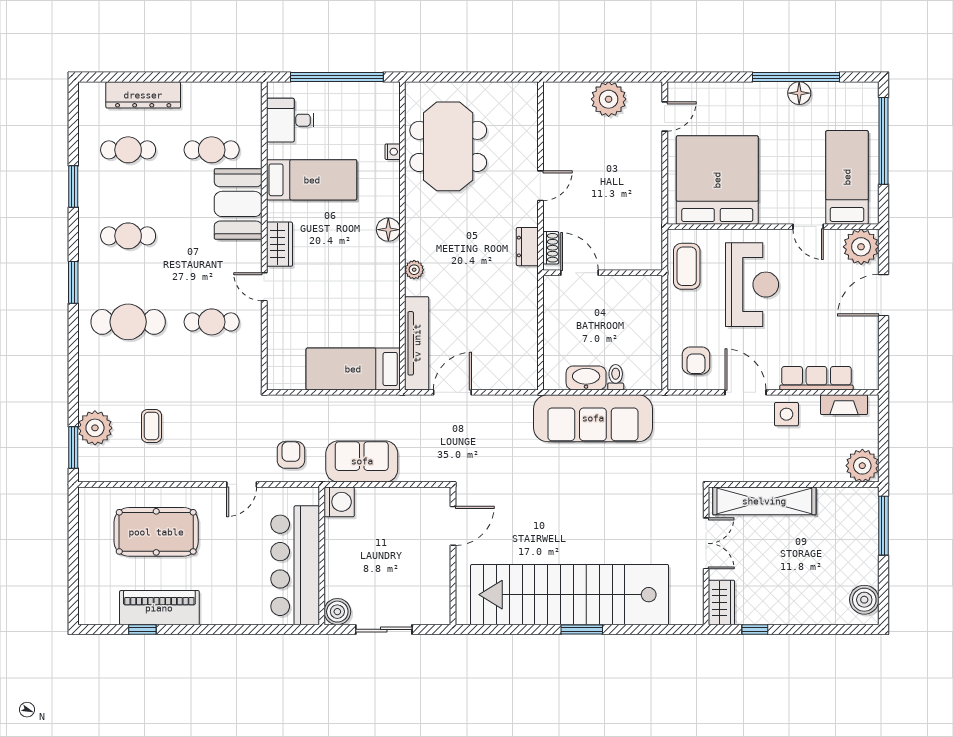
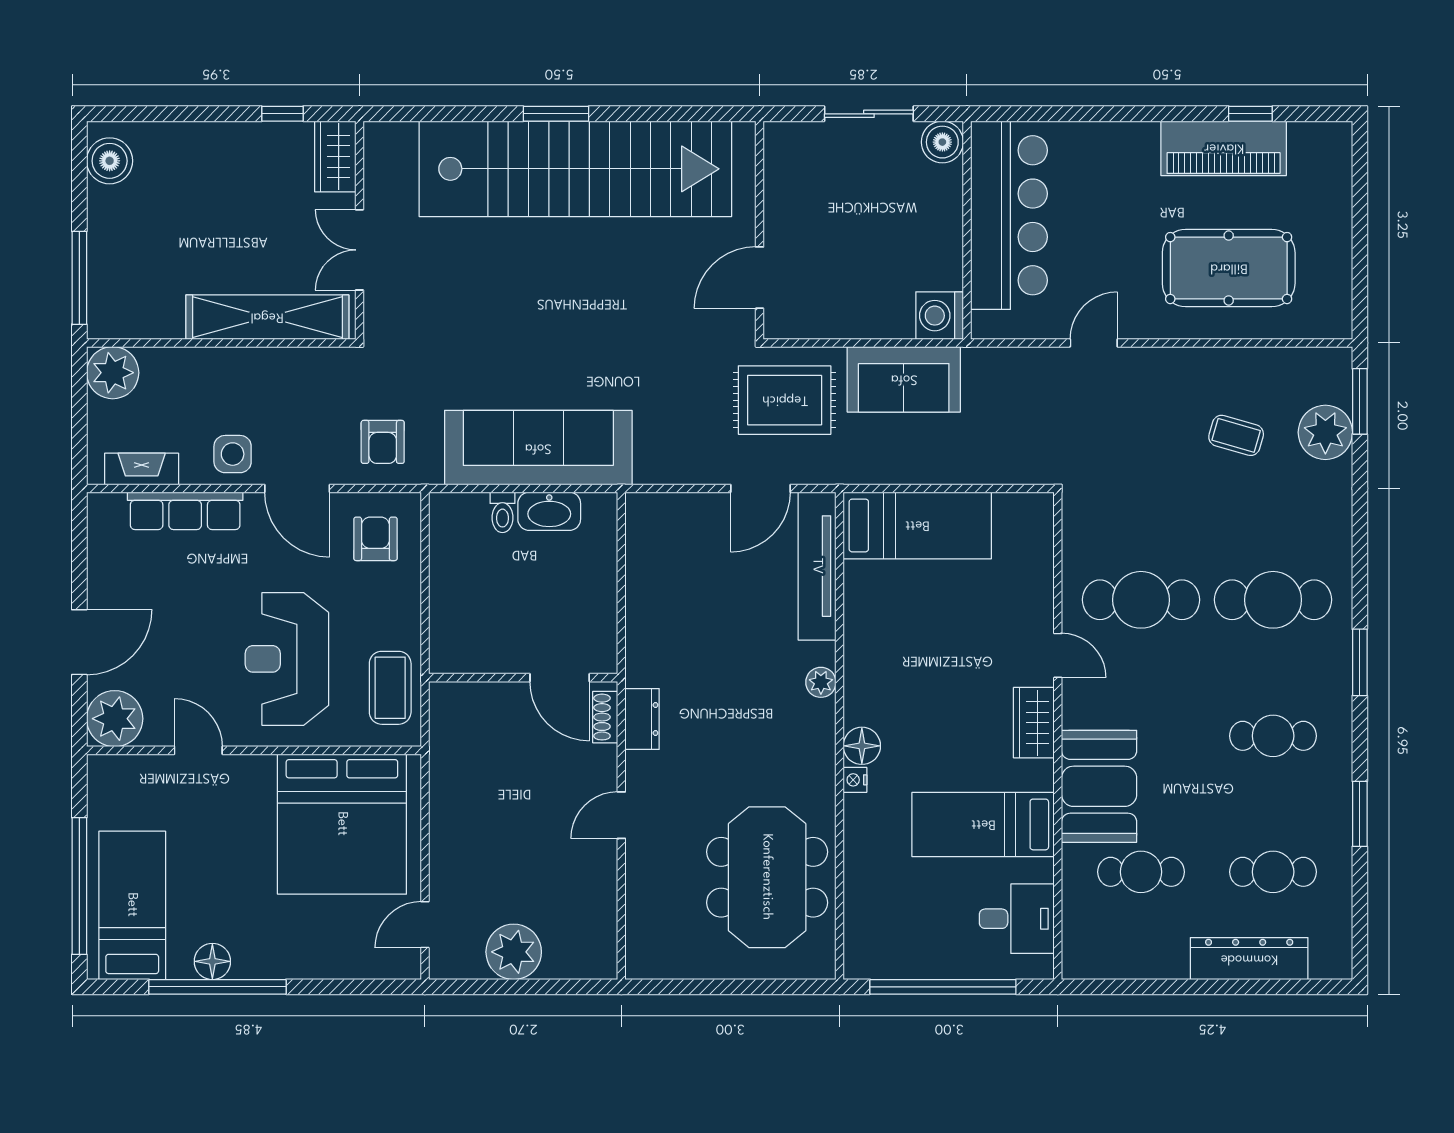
nightstand: (393, 152) -> (855, 780), moved
bed: (847, 177) -> (132, 905), moved, turned 180
cafe table: (212, 322) -> (1141, 600), width x1.37, depth x1.35
coffee table: (151, 426) -> (1236, 435), turned -74
rug: (437, 448) -> (785, 400), added
armchair: (291, 455) -> (383, 442), moved

